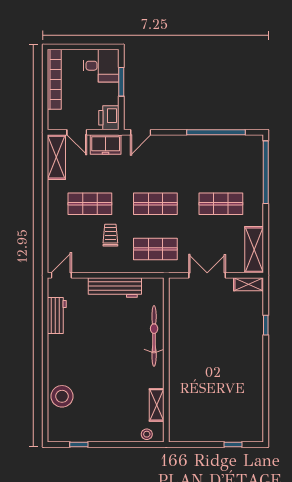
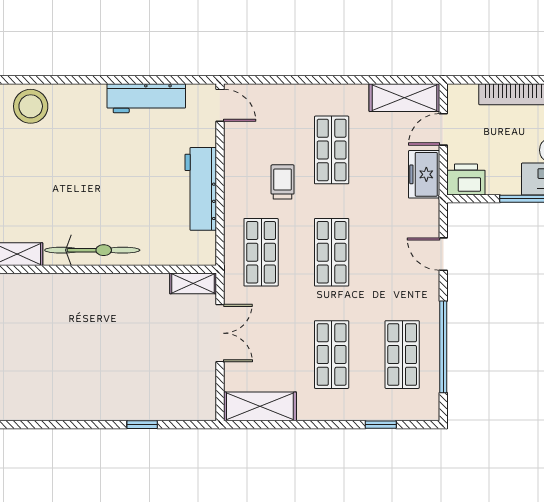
door: (141, 132) -> (443, 254), moved
shop shelf: (221, 159) -> (402, 355), added
window: (266, 172) -> (381, 425), width x0.32
trolley: (110, 235) -> (283, 182), turned -90
shelving: (249, 284) -> (193, 283), moved, turned 90
workbench: (57, 316) -> (146, 98), width x1.38
bicycle: (154, 336) -> (92, 250), moved

